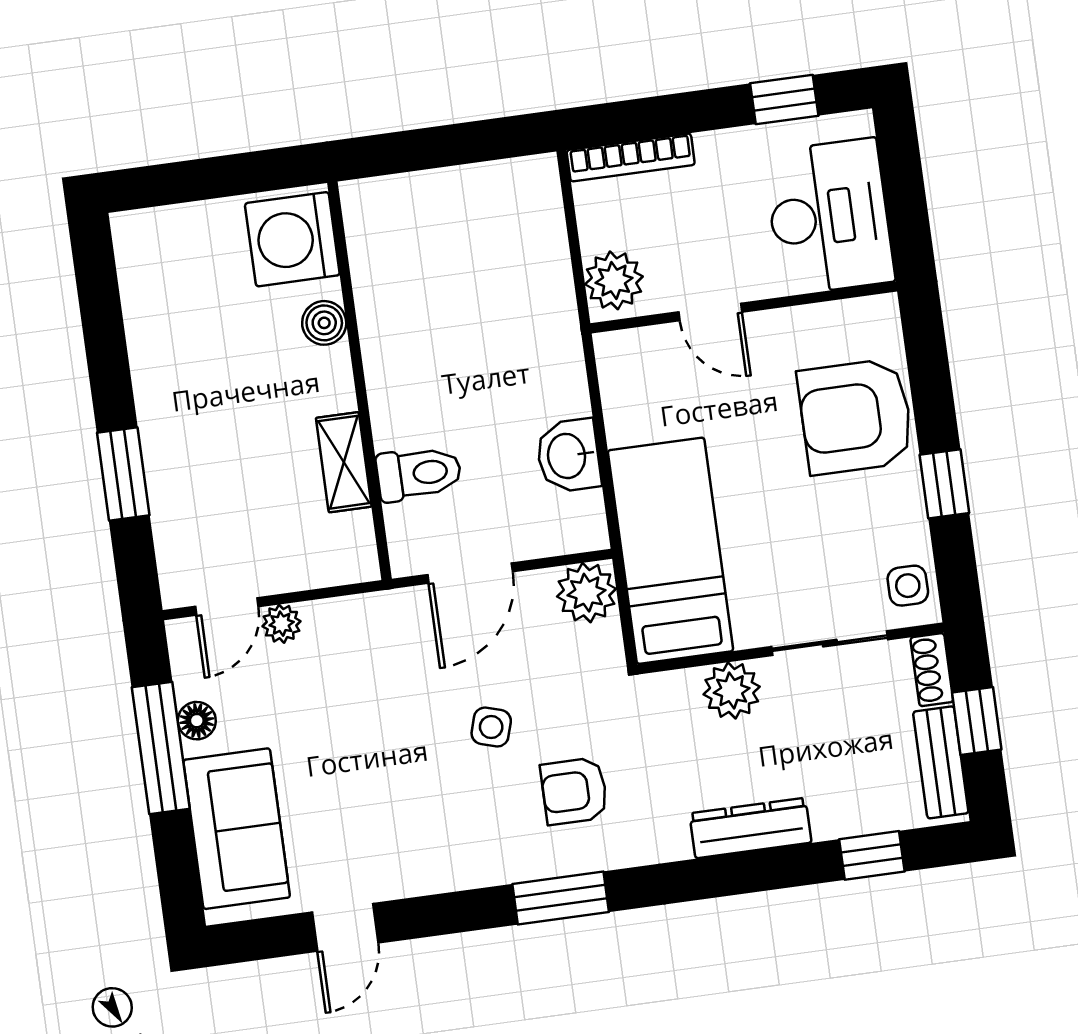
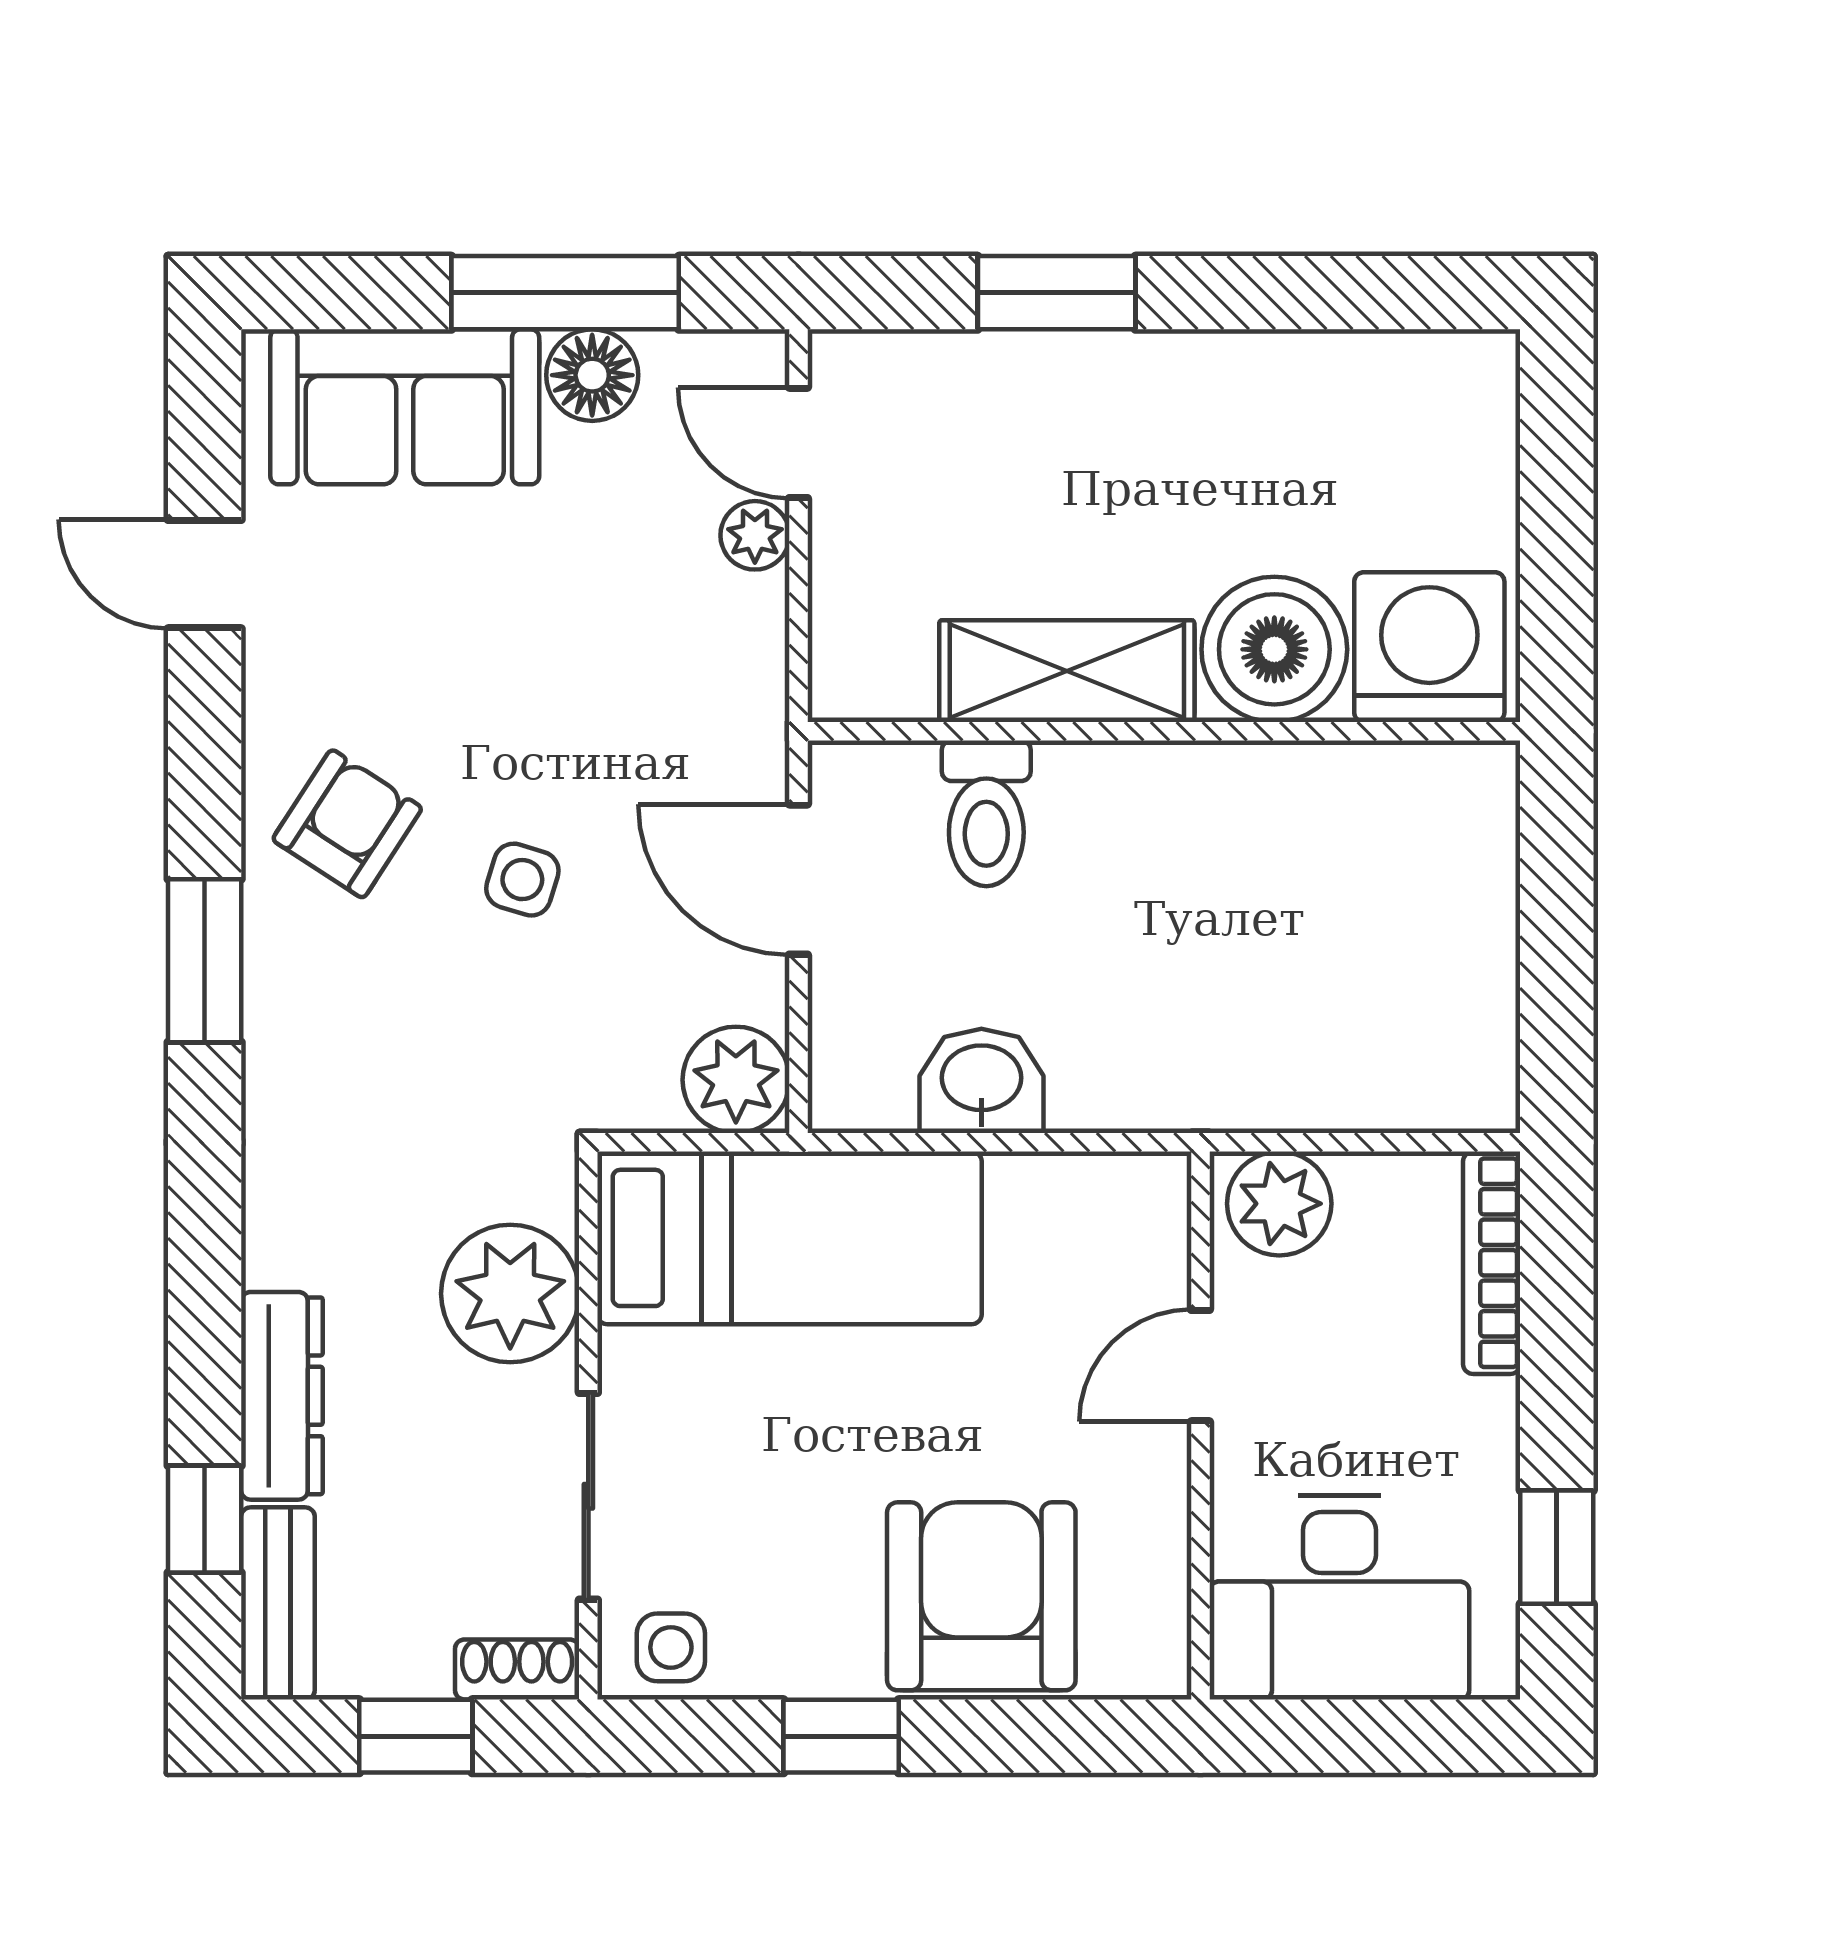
boiler: (324, 323) -> (1274, 649), width x1.86, depth x1.86
shelving: (344, 462) -> (1067, 671), width x1.50, depth x1.33
plant: (732, 691) -> (510, 1294), width x1.36, depth x1.36
floor lamp: (197, 721) -> (592, 375), width x1.37, depth x1.37
bench: (941, 762) -> (278, 1603), moved, turned 90
armchair: (574, 791) -> (347, 824), moved, turned 33
dresser: (750, 828) -> (282, 1396), moved

